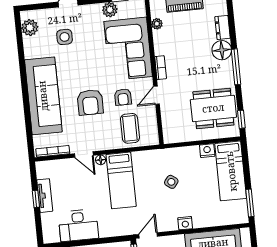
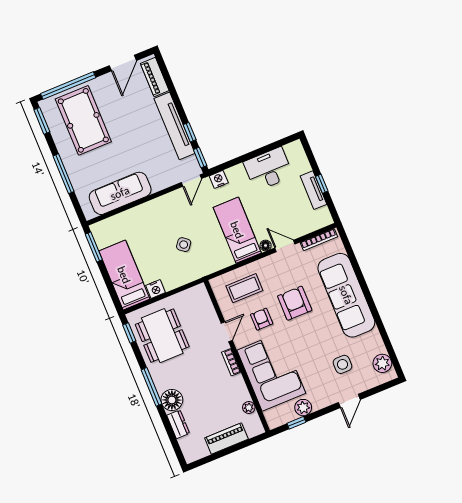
dining table: (213, 108) -> (162, 336), turned 90
coffee table: (130, 128) -> (244, 288), turned 90
nightstand: (185, 223) -> (219, 179), moved

